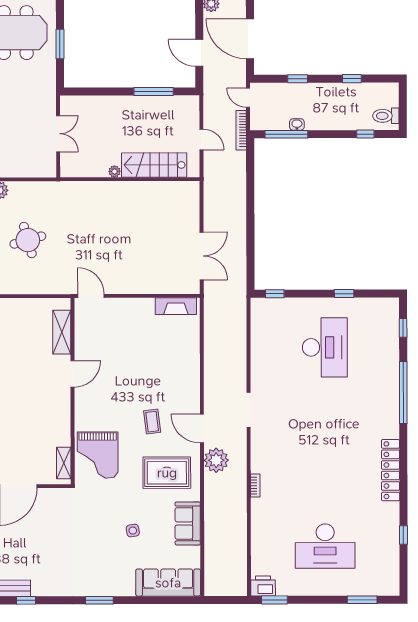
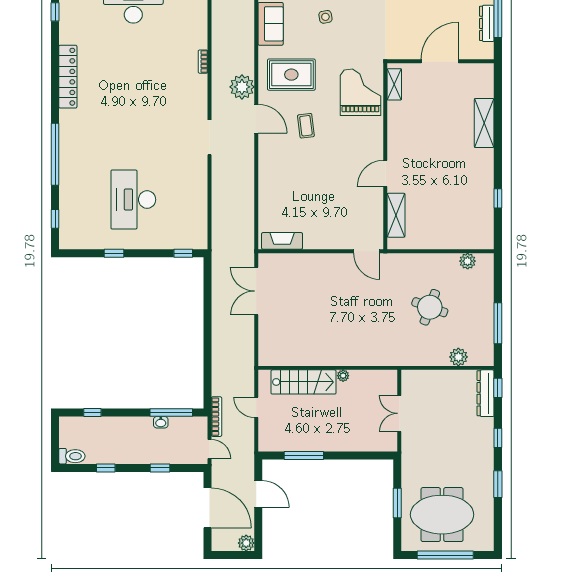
toilet: (386, 116) -> (72, 456), moved
round table: (28, 240) -> (430, 307), turned 36

